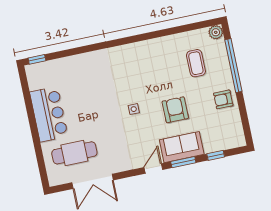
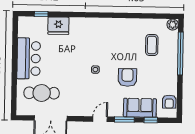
window: (37, 59) -> (41, 14), moved
fridge: (76, 66) -> (58, 26), added
armchair: (223, 99) -> (169, 102), moved, turned -90
sofa: (182, 147) -> (140, 108), moved

